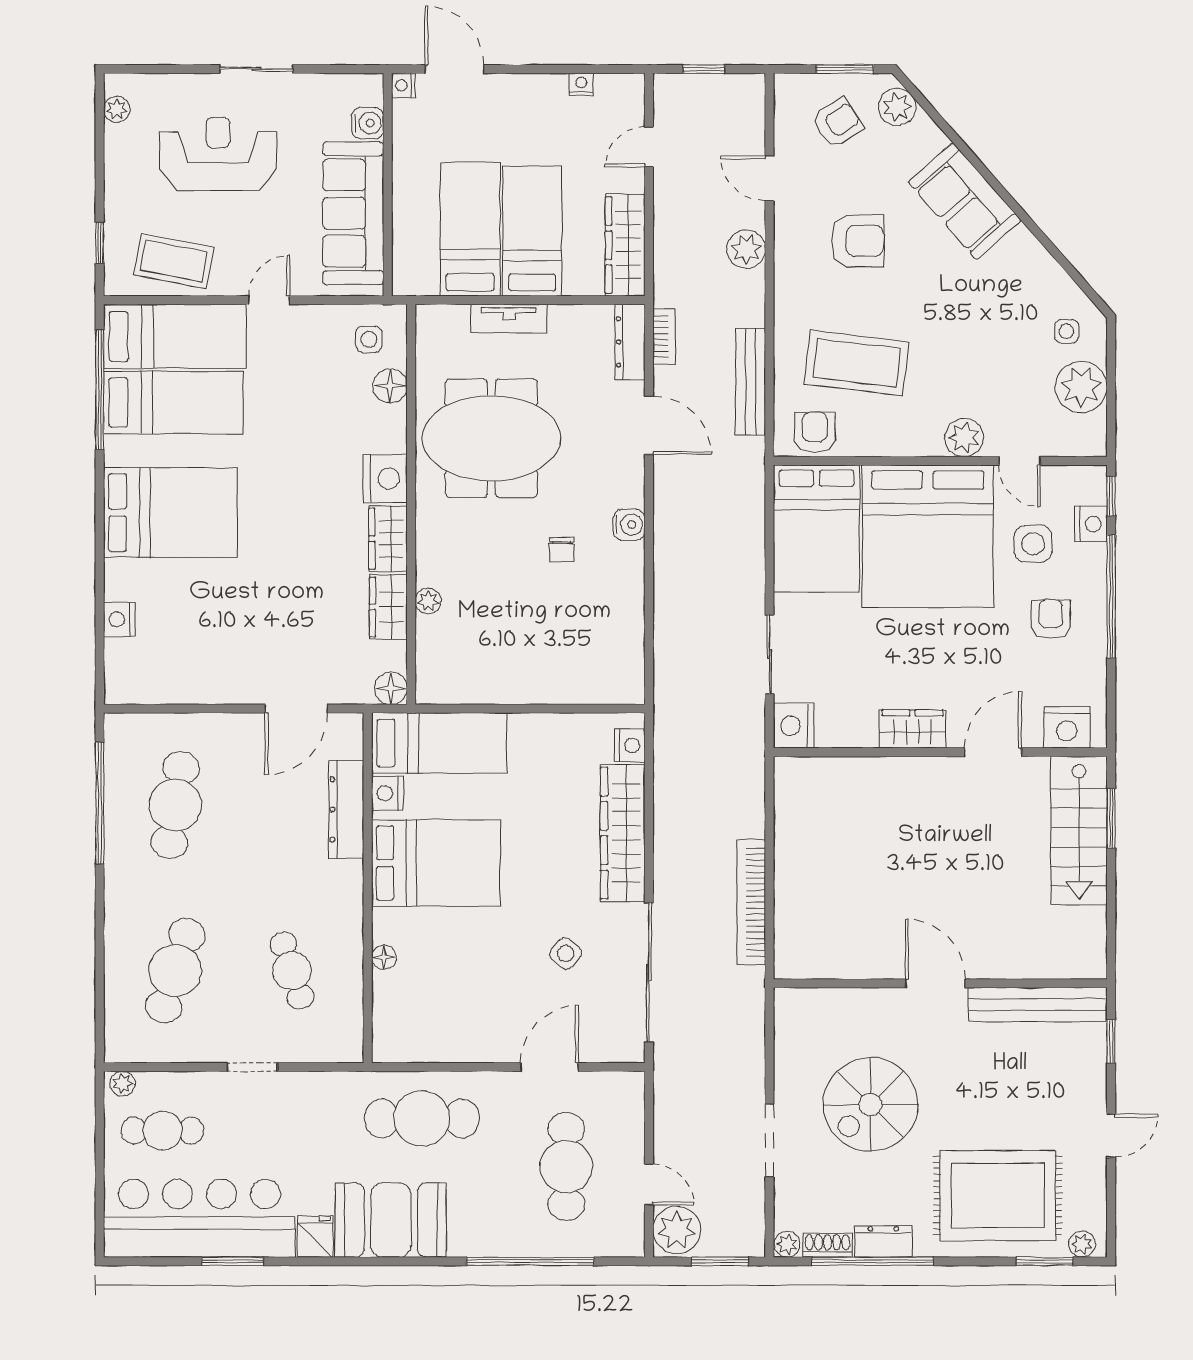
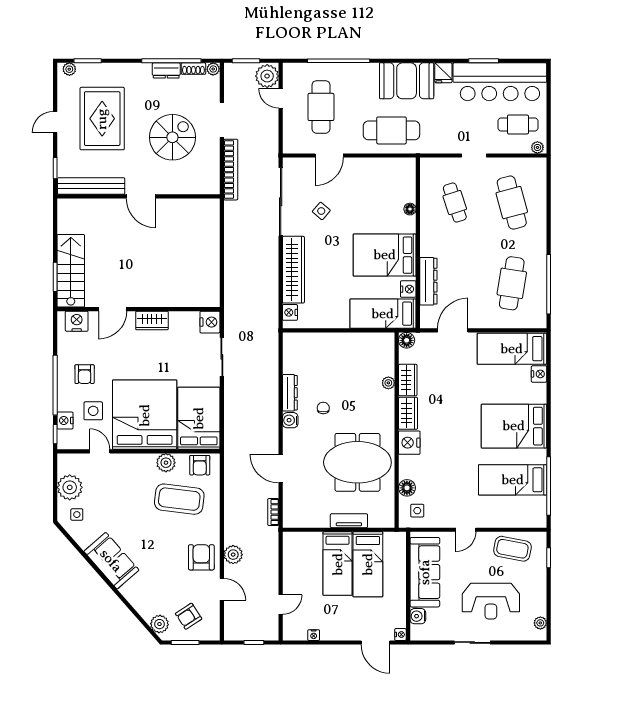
sofa: (965, 201) -> (111, 561), moved
armchair: (858, 241) -> (201, 557), moved, turned 90
wardrobe: (625, 245) -> (292, 557), removed
bed: (175, 336) -> (512, 349), moved
dresser: (630, 342) -> (290, 393), moved
bench: (750, 382) -> (231, 490), removed
plant: (964, 438) -> (166, 463), moved
bookcase: (751, 902) -> (231, 170), moved
cafe table: (175, 971) -> (512, 203), turned -33
rug: (998, 1196) -> (102, 119), moved, turned 90

